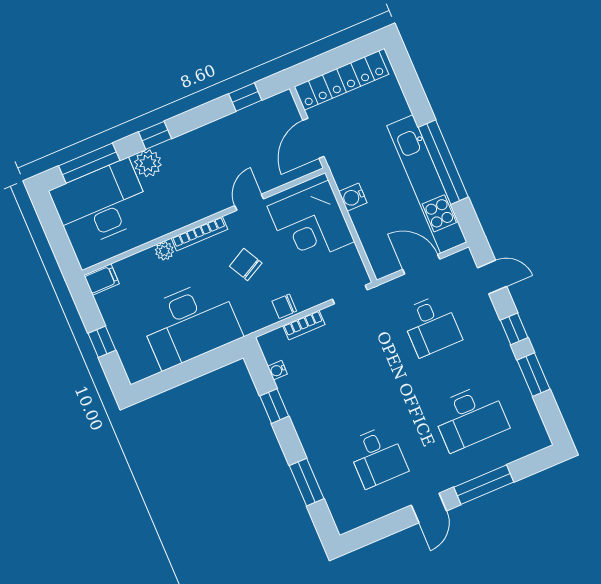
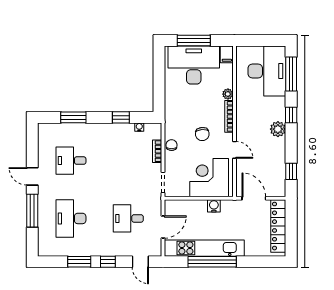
plant: (148, 163) -> (278, 129), moved
chair: (246, 265) -> (202, 134), turned 113
door: (492, 277) -> (140, 262), hinge flipped
desk: (190, 324) -> (194, 65), moved, turned 90
window: (102, 342) -> (194, 40), width x2.17

